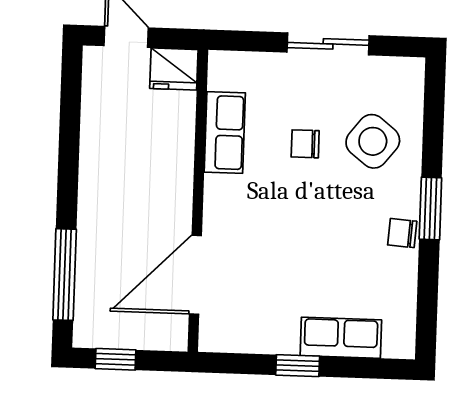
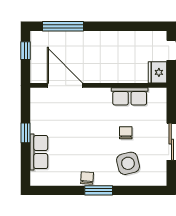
side table: (373, 141) -> (128, 163), turned 38

